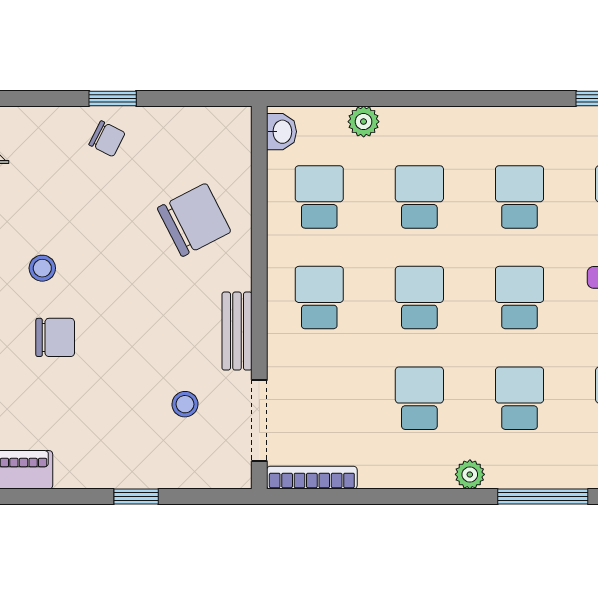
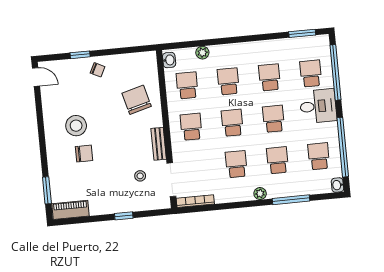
window: (113, 98) -> (80, 55), moved
chair: (194, 220) -> (137, 100), turned -78
stool: (42, 268) -> (76, 126), width x1.89, depth x1.89

